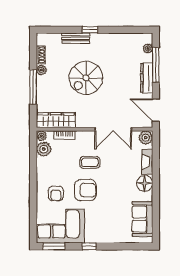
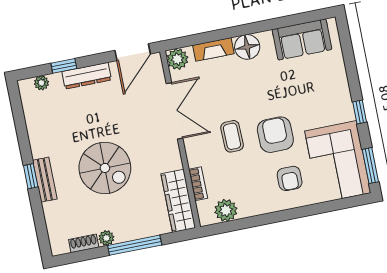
bench: (76, 38) -> (45, 180), moved
window: (156, 65) -> (64, 66), width x0.46
plant: (41, 136) -> (206, 218), removed
armchair: (56, 194) -> (290, 178), turned 90

